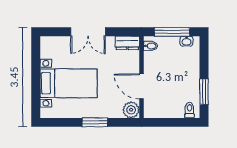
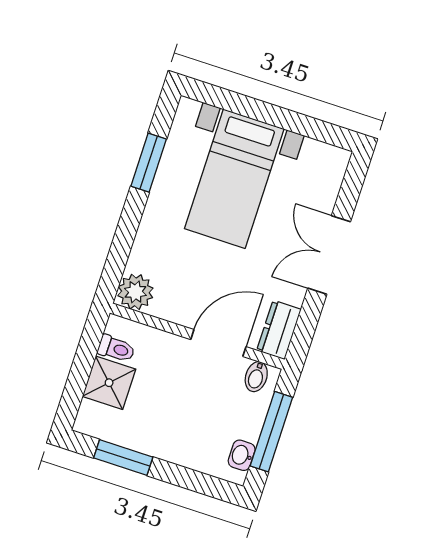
door: (141, 86) -> (218, 343), moved
shower: (174, 108) -> (109, 383), added
toilet: (189, 110) -> (116, 349), moved
window: (95, 122) -> (149, 163), moved

